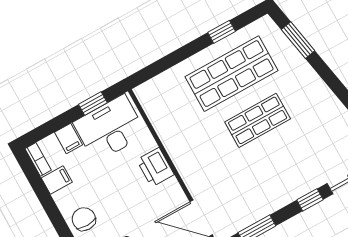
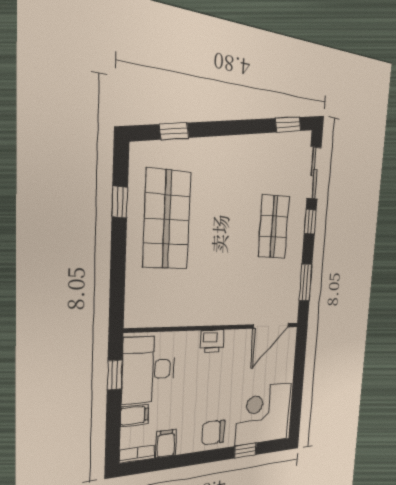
window: (298, 40) -> (174, 131), width x0.67
shop shelf: (258, 120) -> (274, 227), moved
printer: (155, 167) -> (212, 341), width x0.73, depth x0.81

